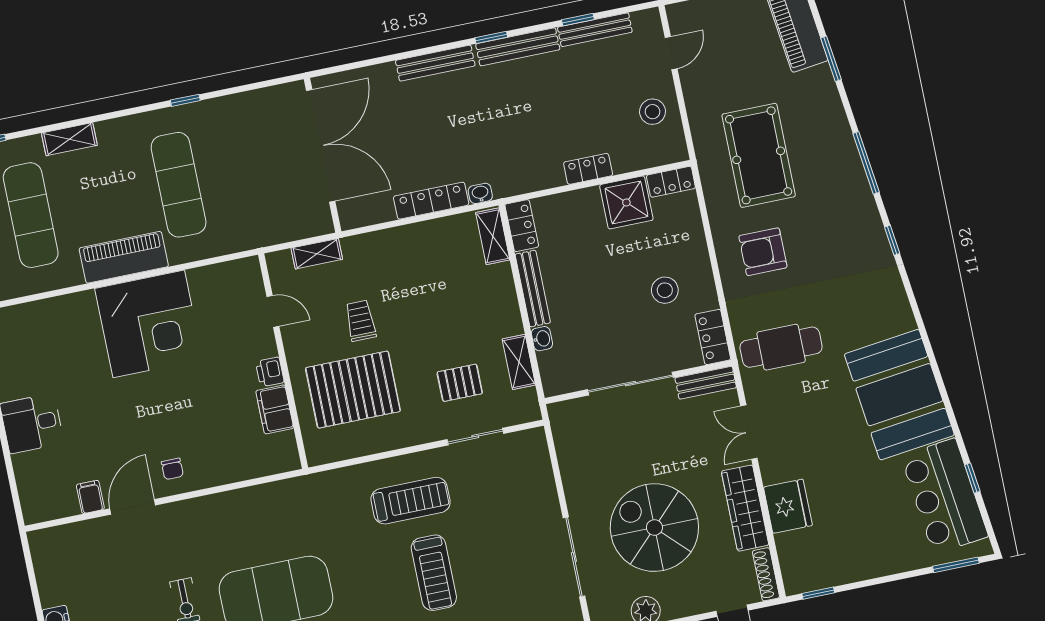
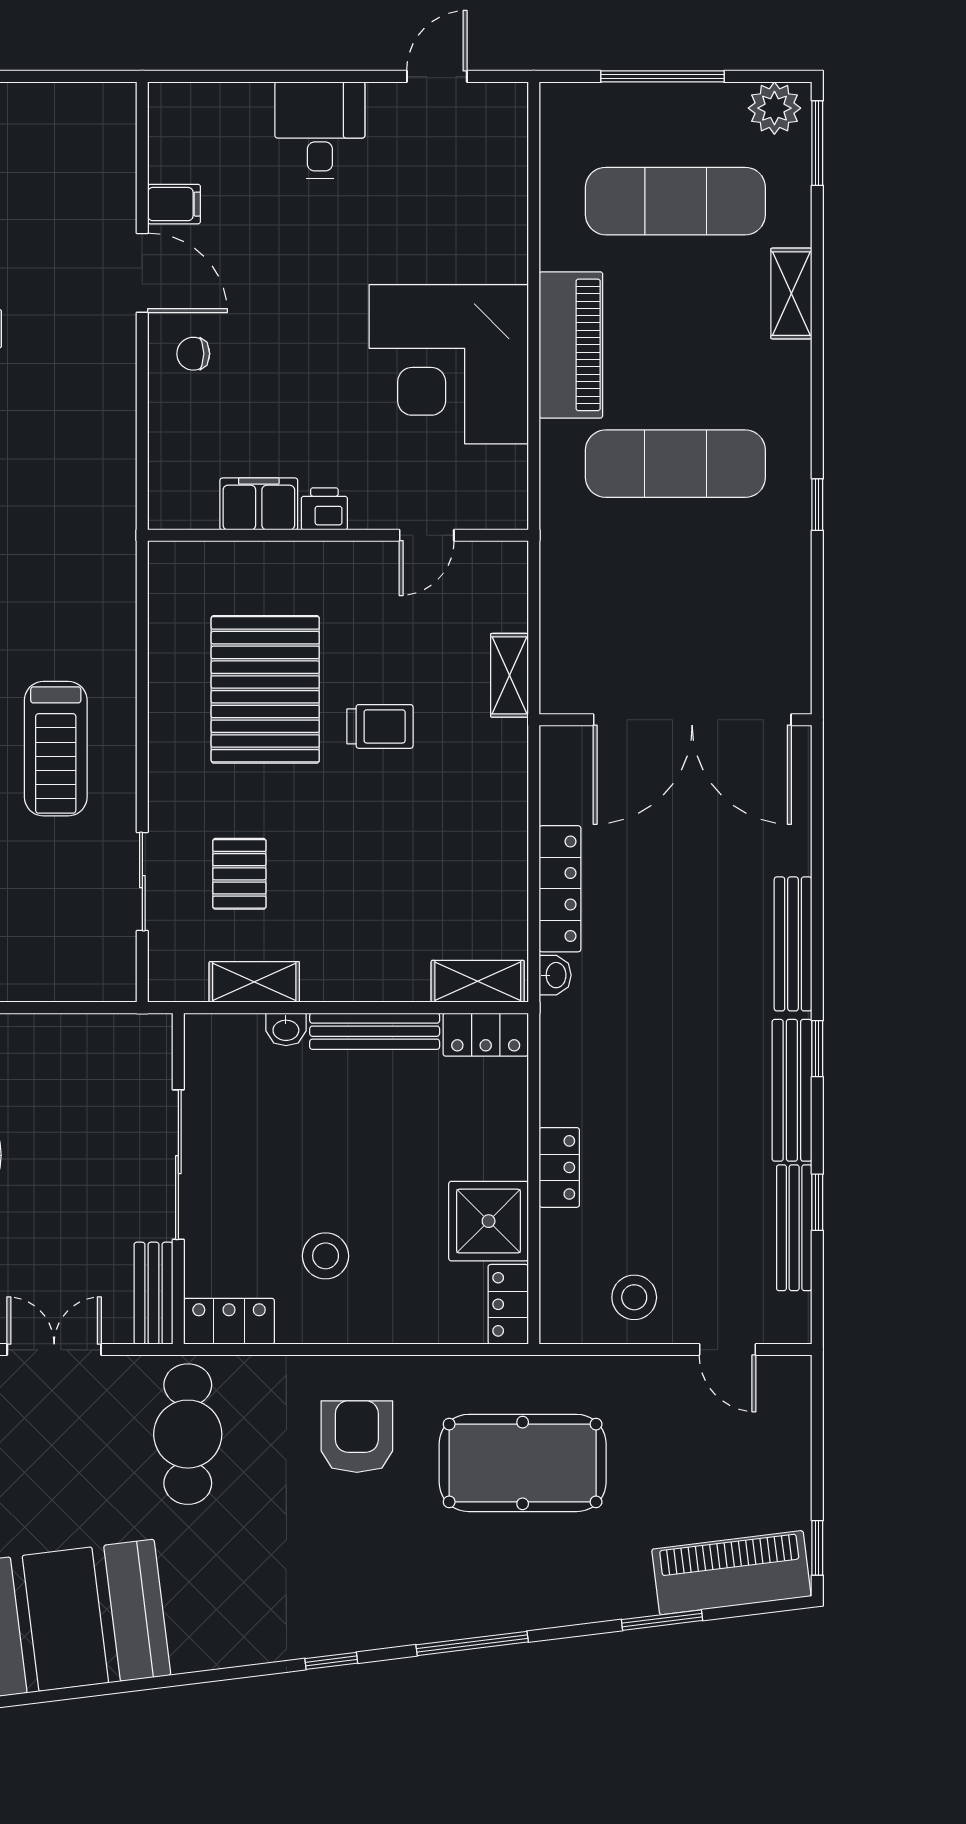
door: (273, 311) -> (427, 535), moved
wall: (283, 361) -> (338, 535), moved
printer: (270, 372) -> (324, 509), moved
filing cabinet: (275, 409) -> (259, 504), moved

